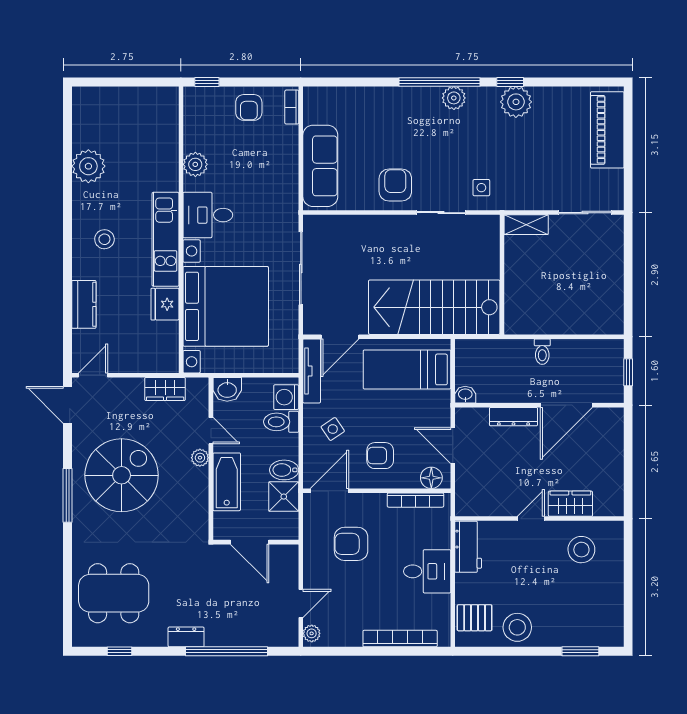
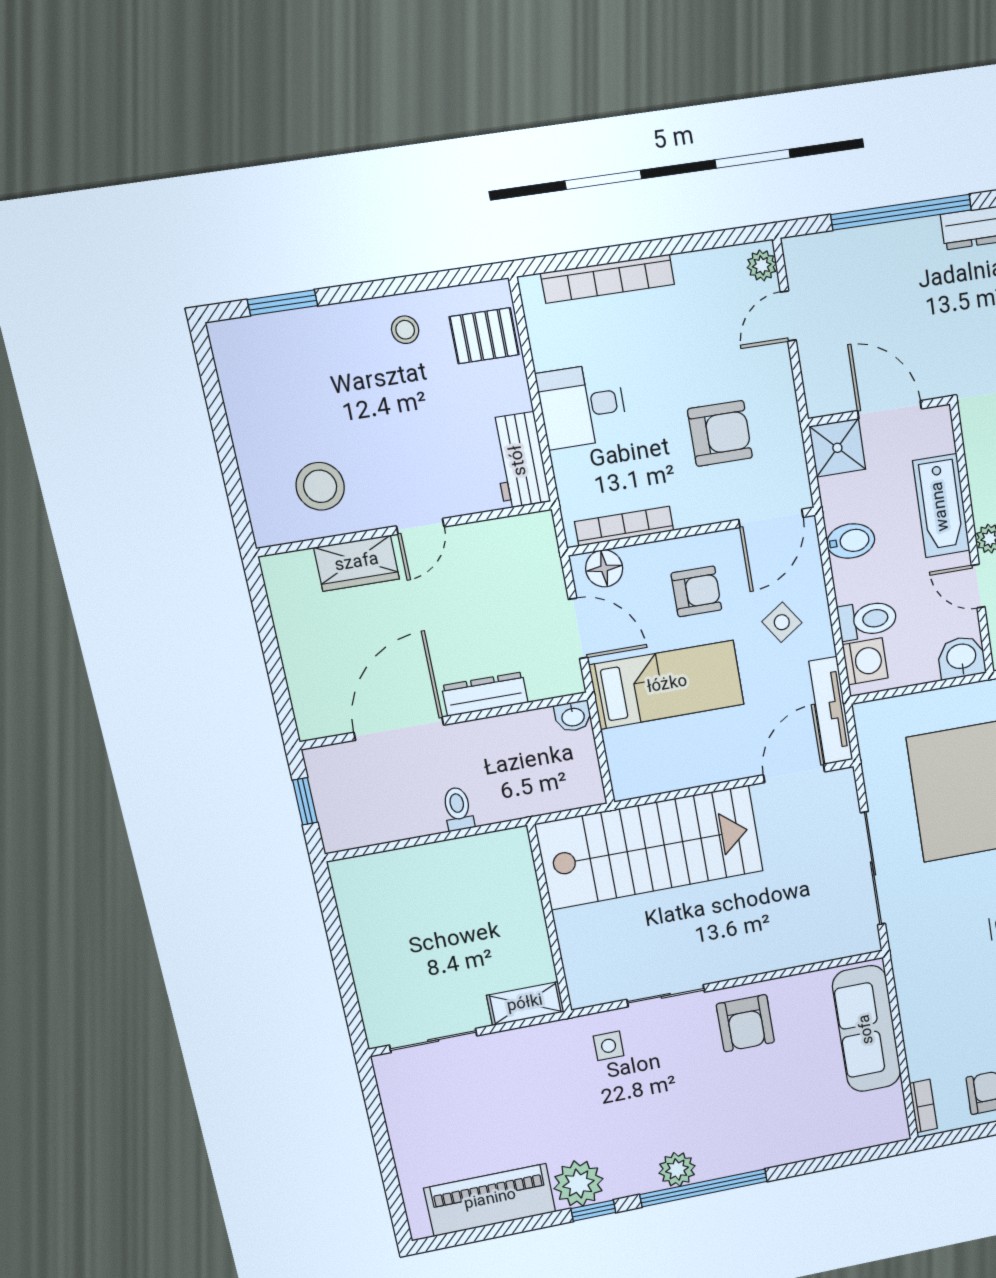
piano: (607, 130) -> (490, 1200), moved, turned -90
bed: (407, 369) -> (667, 685), moved
shower: (284, 497) -> (837, 448), moved
stool: (517, 627) -> (405, 330), width x0.53, depth x0.53

